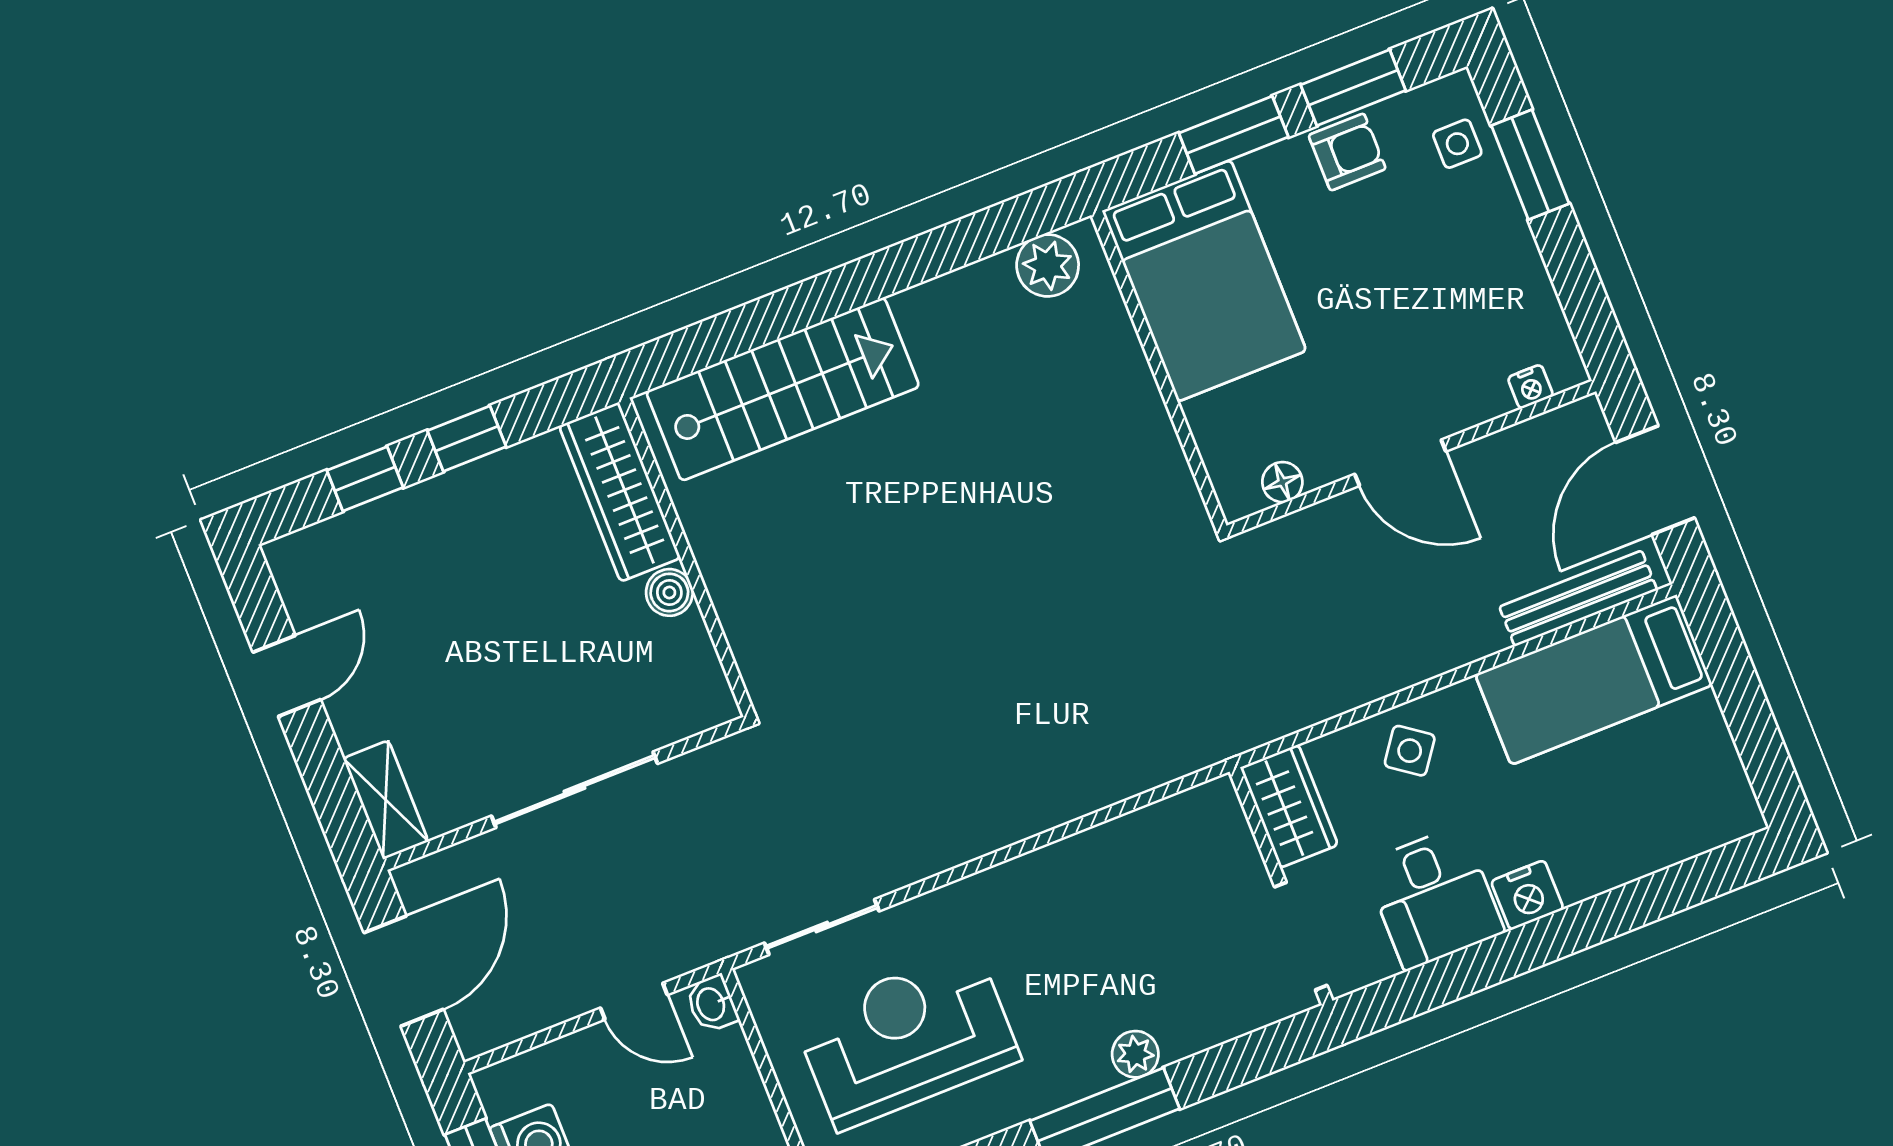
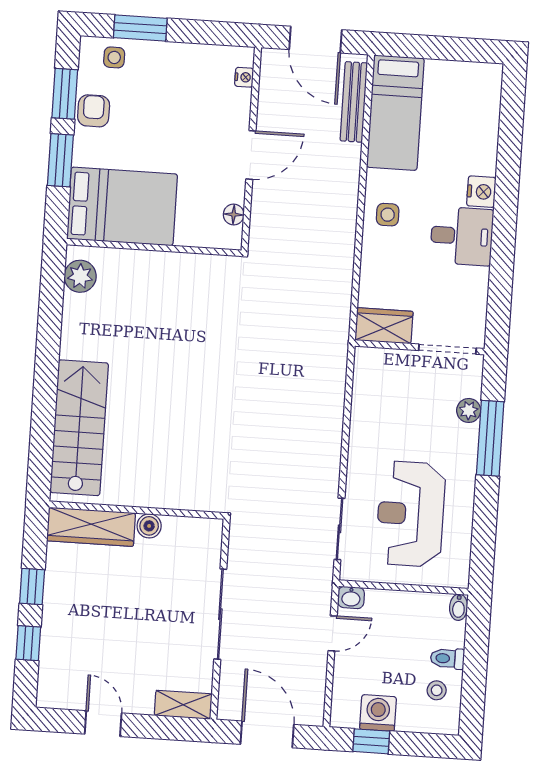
side table: (1410, 751) -> (388, 215), turned -36
wardrobe: (1289, 806) -> (384, 326), moved
wall: (1281, 886) -> (420, 347), moved
doorway: (1301, 936) -> (447, 349), moved

